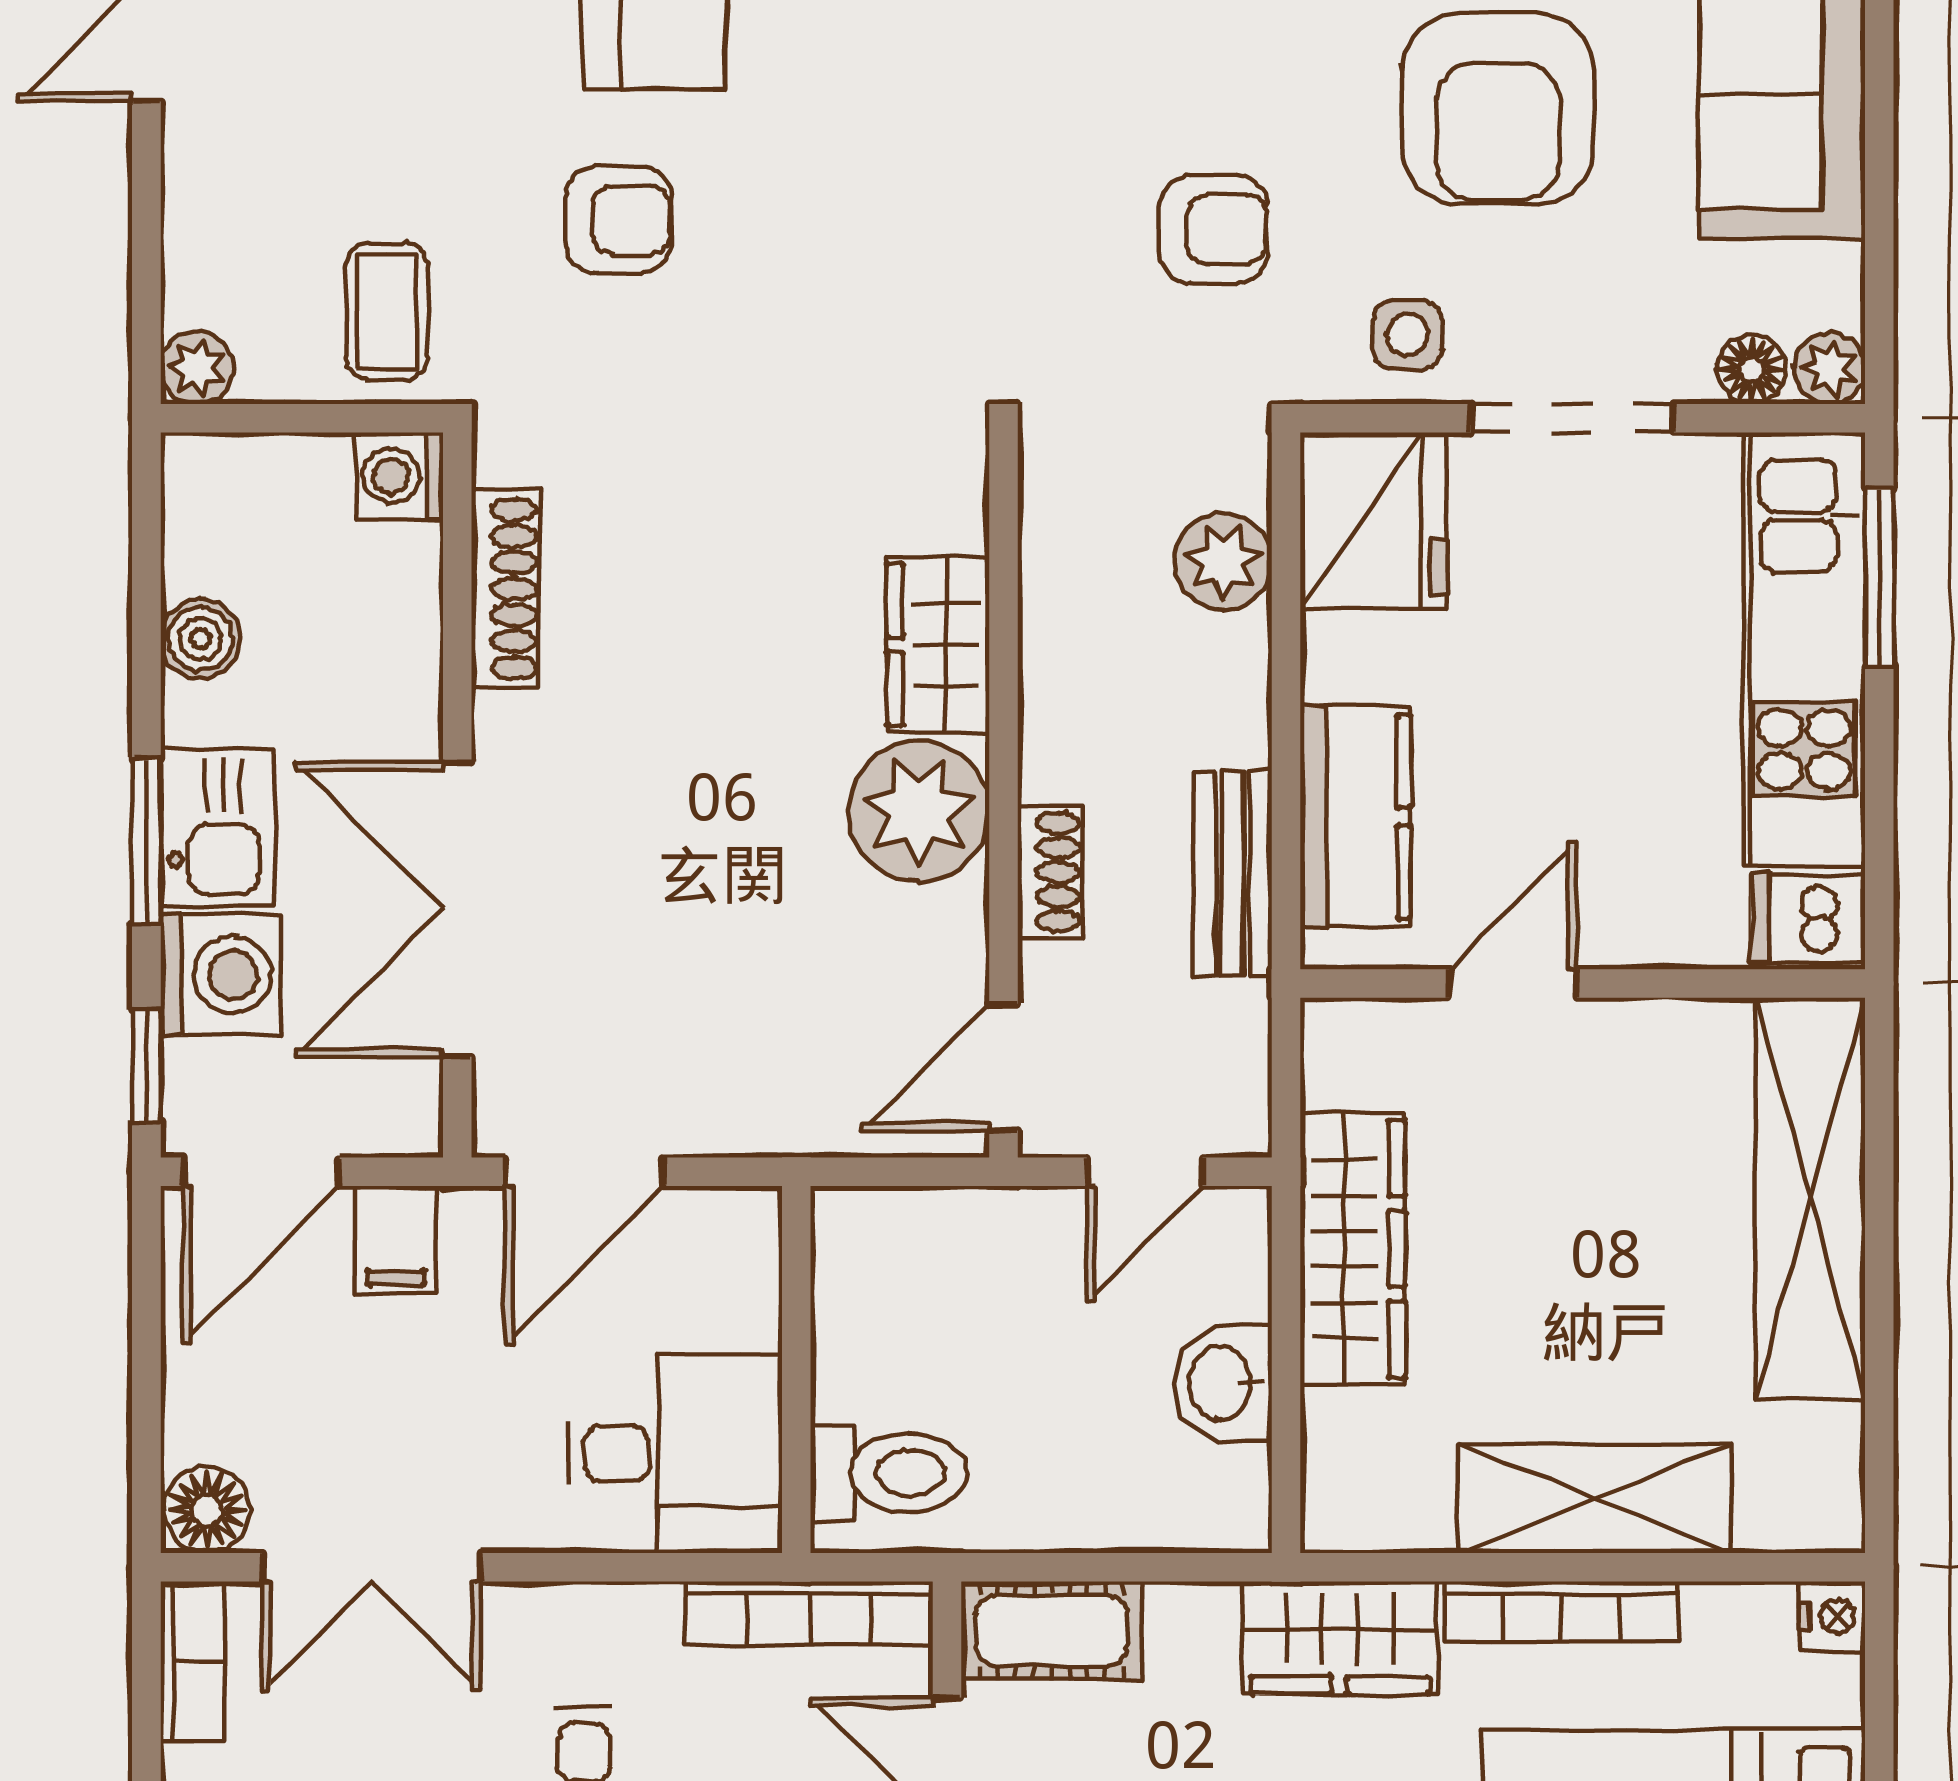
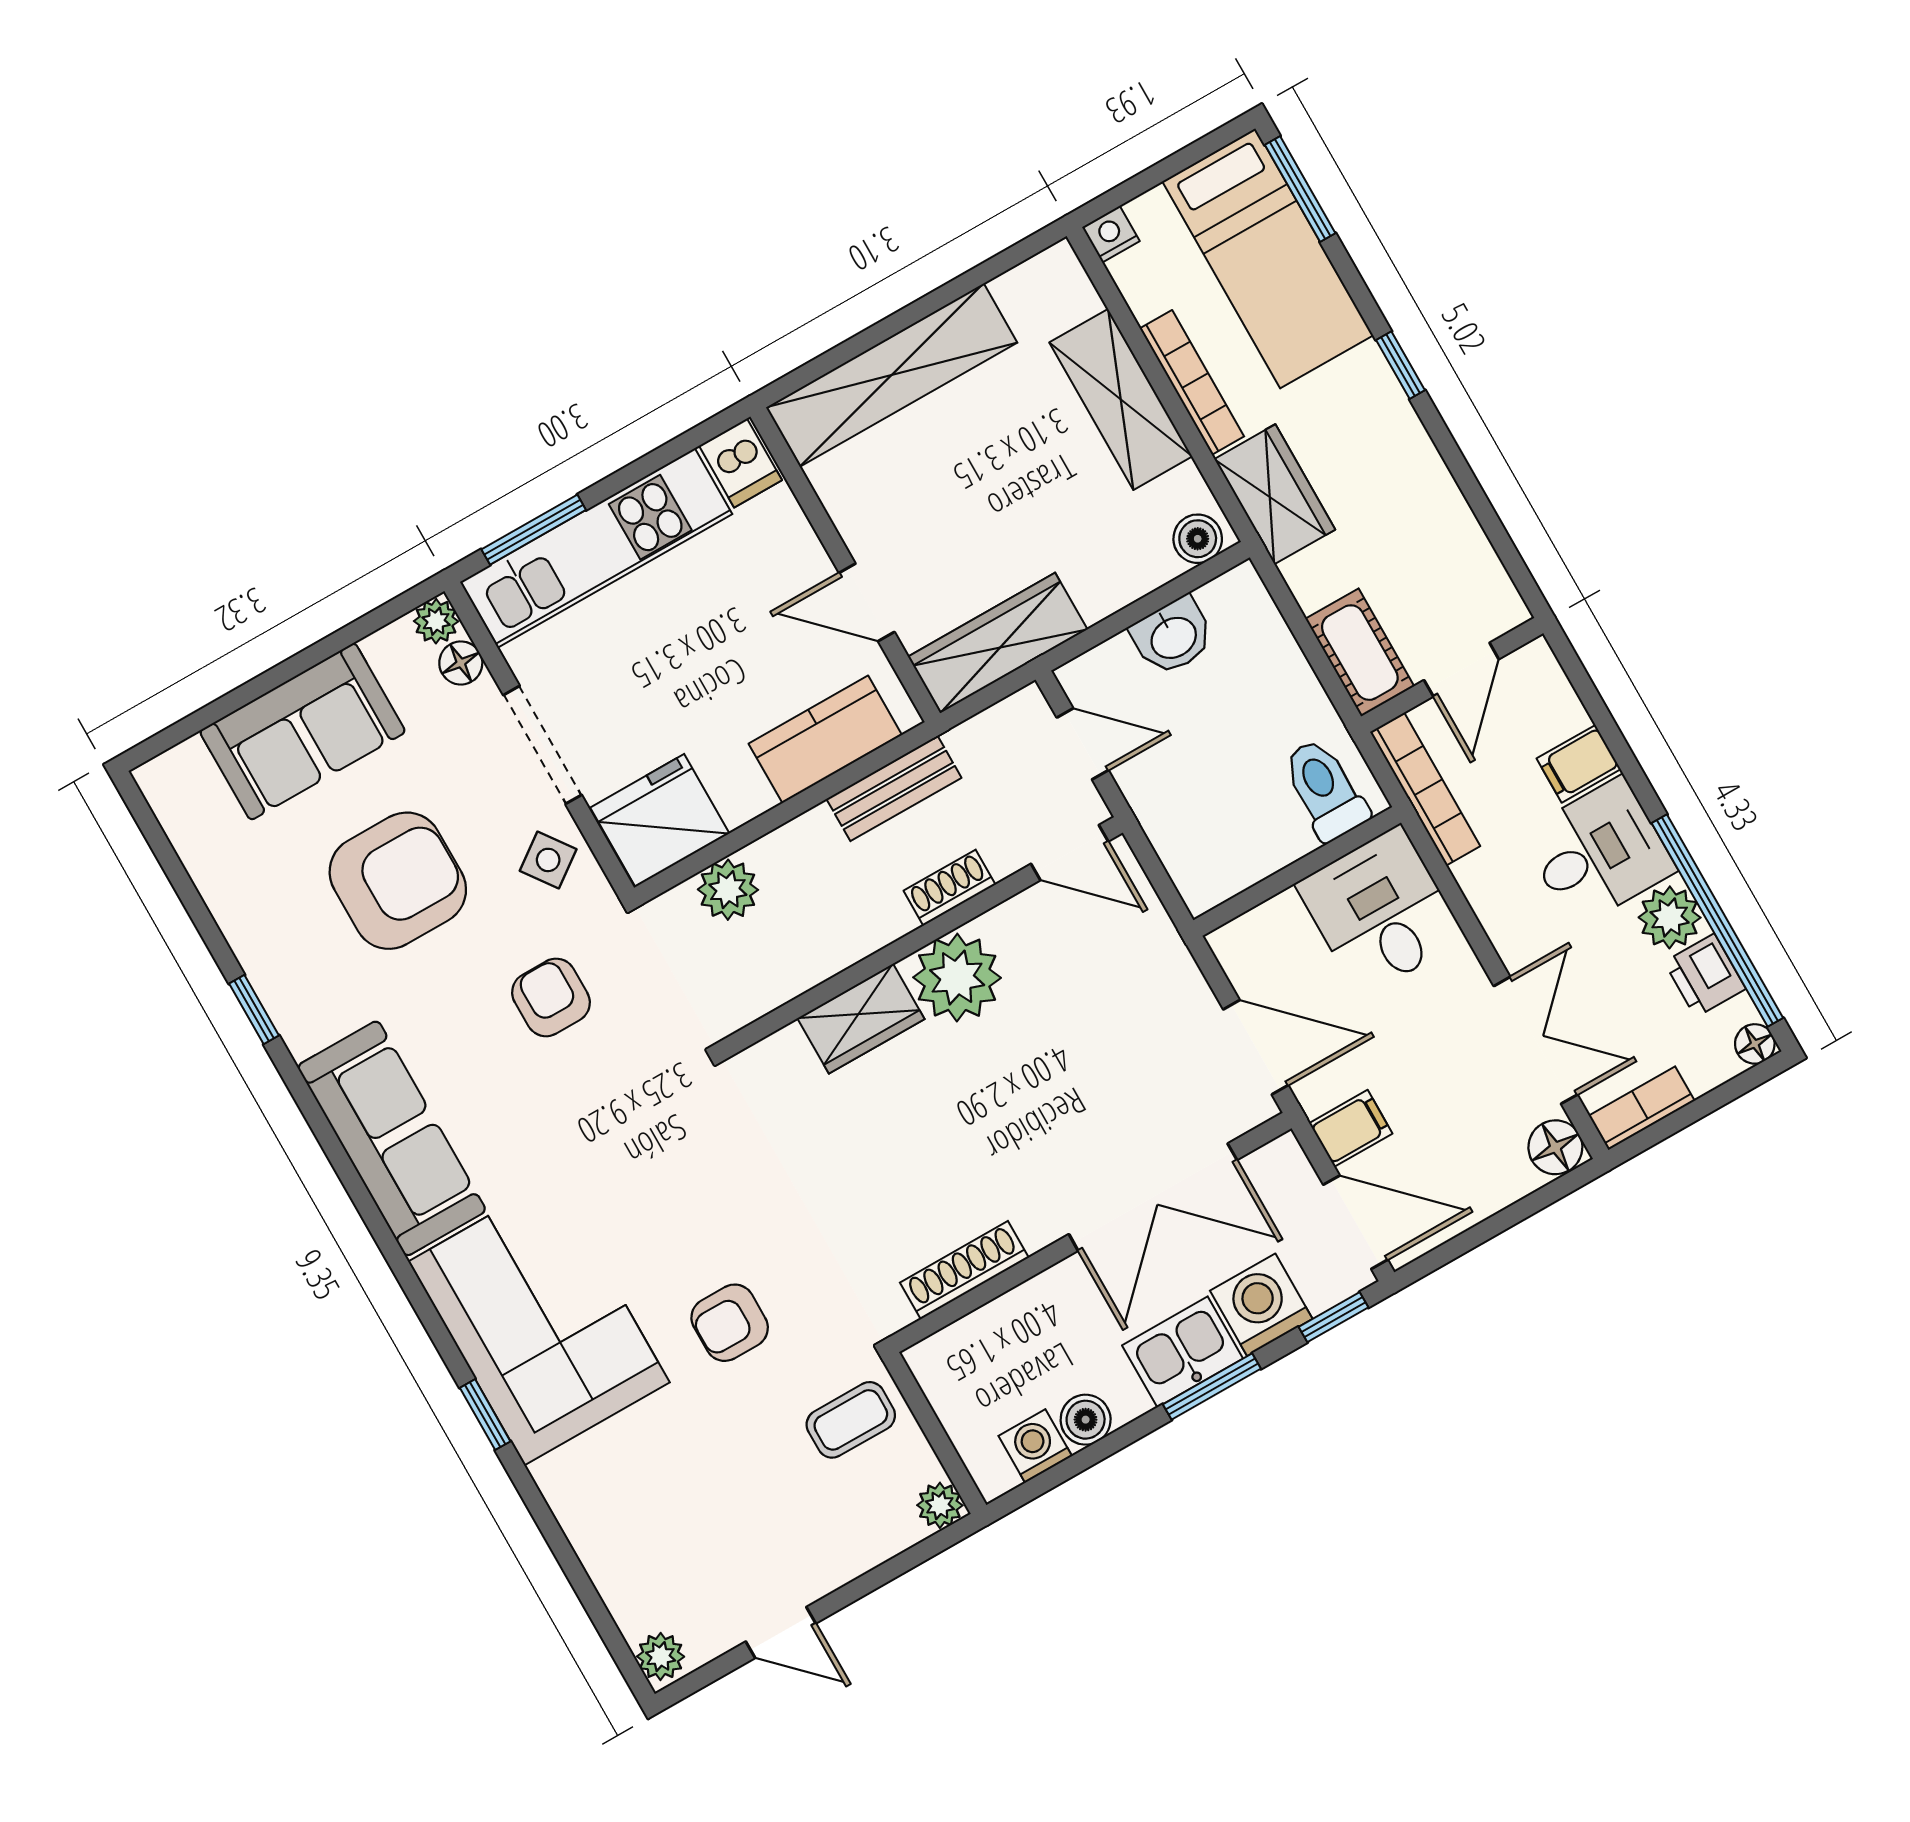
armchair: (619, 220) -> (730, 1323), turned -90
side table: (1408, 335) -> (548, 860), turned -36
washing machine: (400, 476) -> (1035, 1446), moved, turned 180
wardrobe: (1353, 1249) -> (998, 643), moved
boiler: (1339, 1495) -> (1198, 539), added

